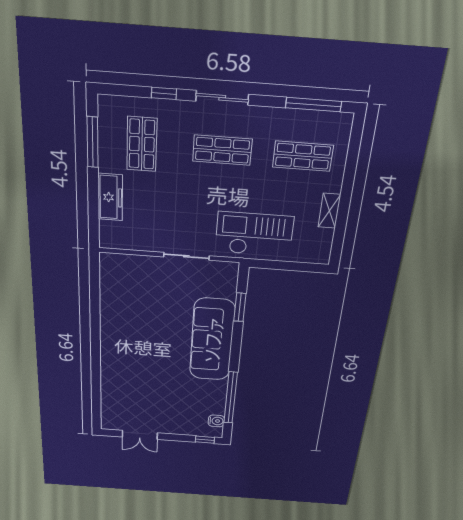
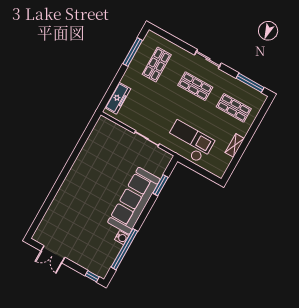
window: (164, 93) -> (181, 44), removed
freezer: (110, 197) -> (118, 98), moved
water cooler: (216, 421) -> (122, 238), moved

